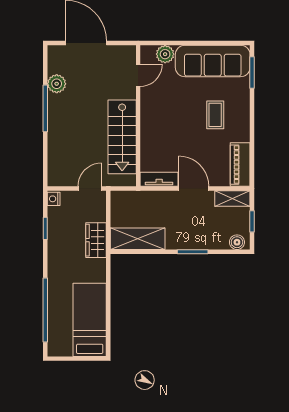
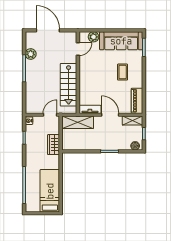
shelving: (138, 239) -> (78, 122), moved

